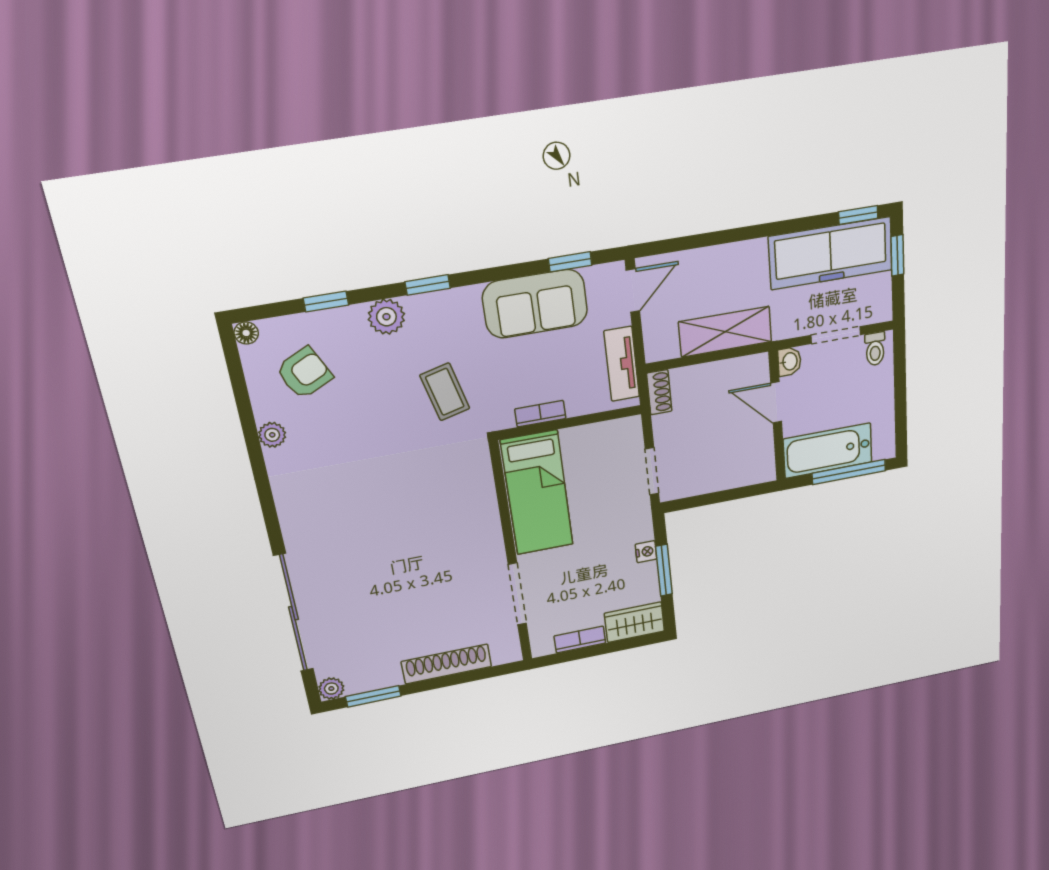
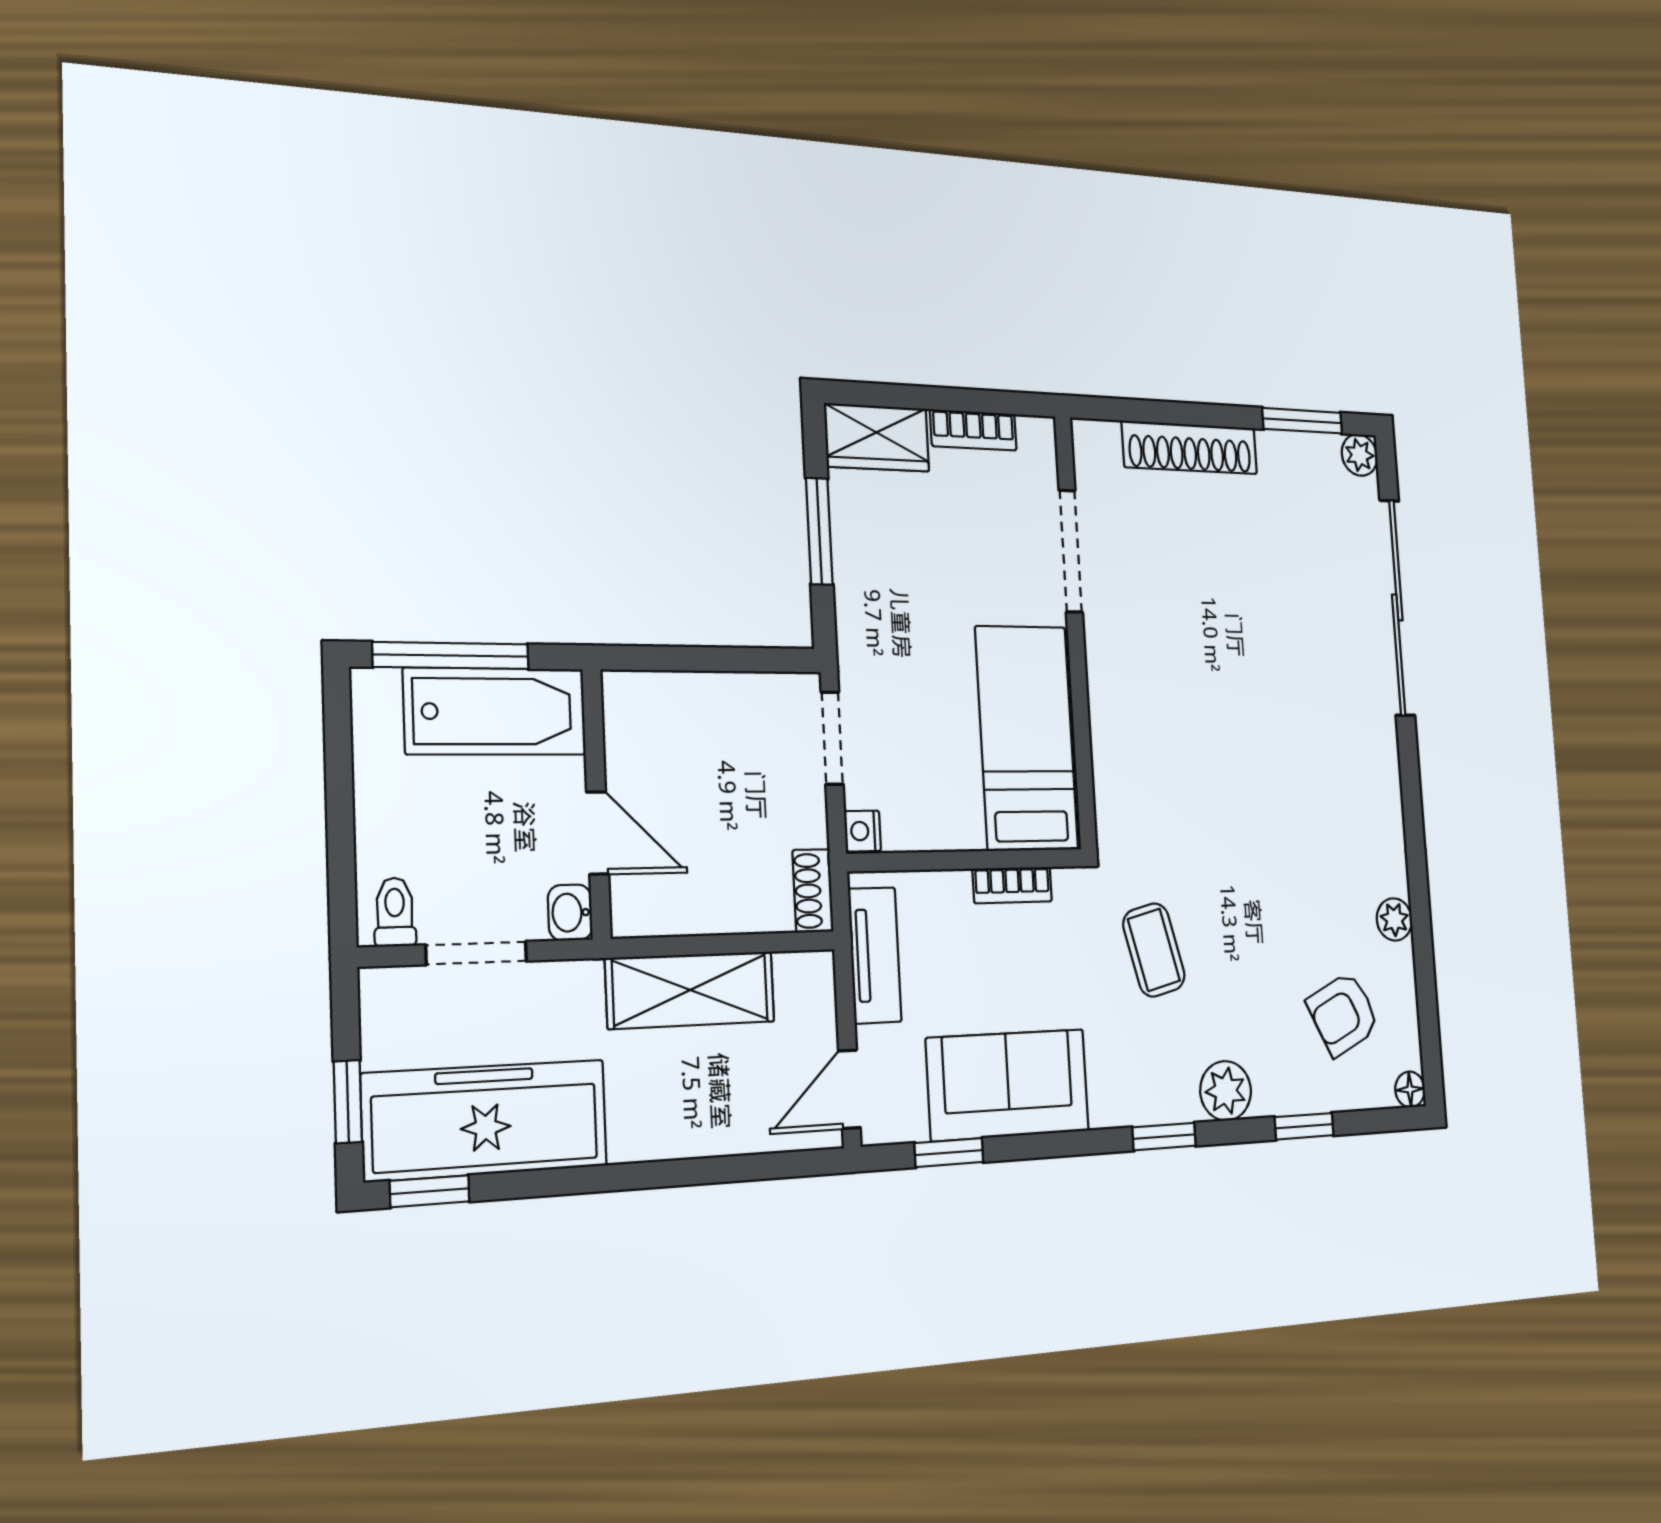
nightstand: (646, 552) -> (863, 831), moved

